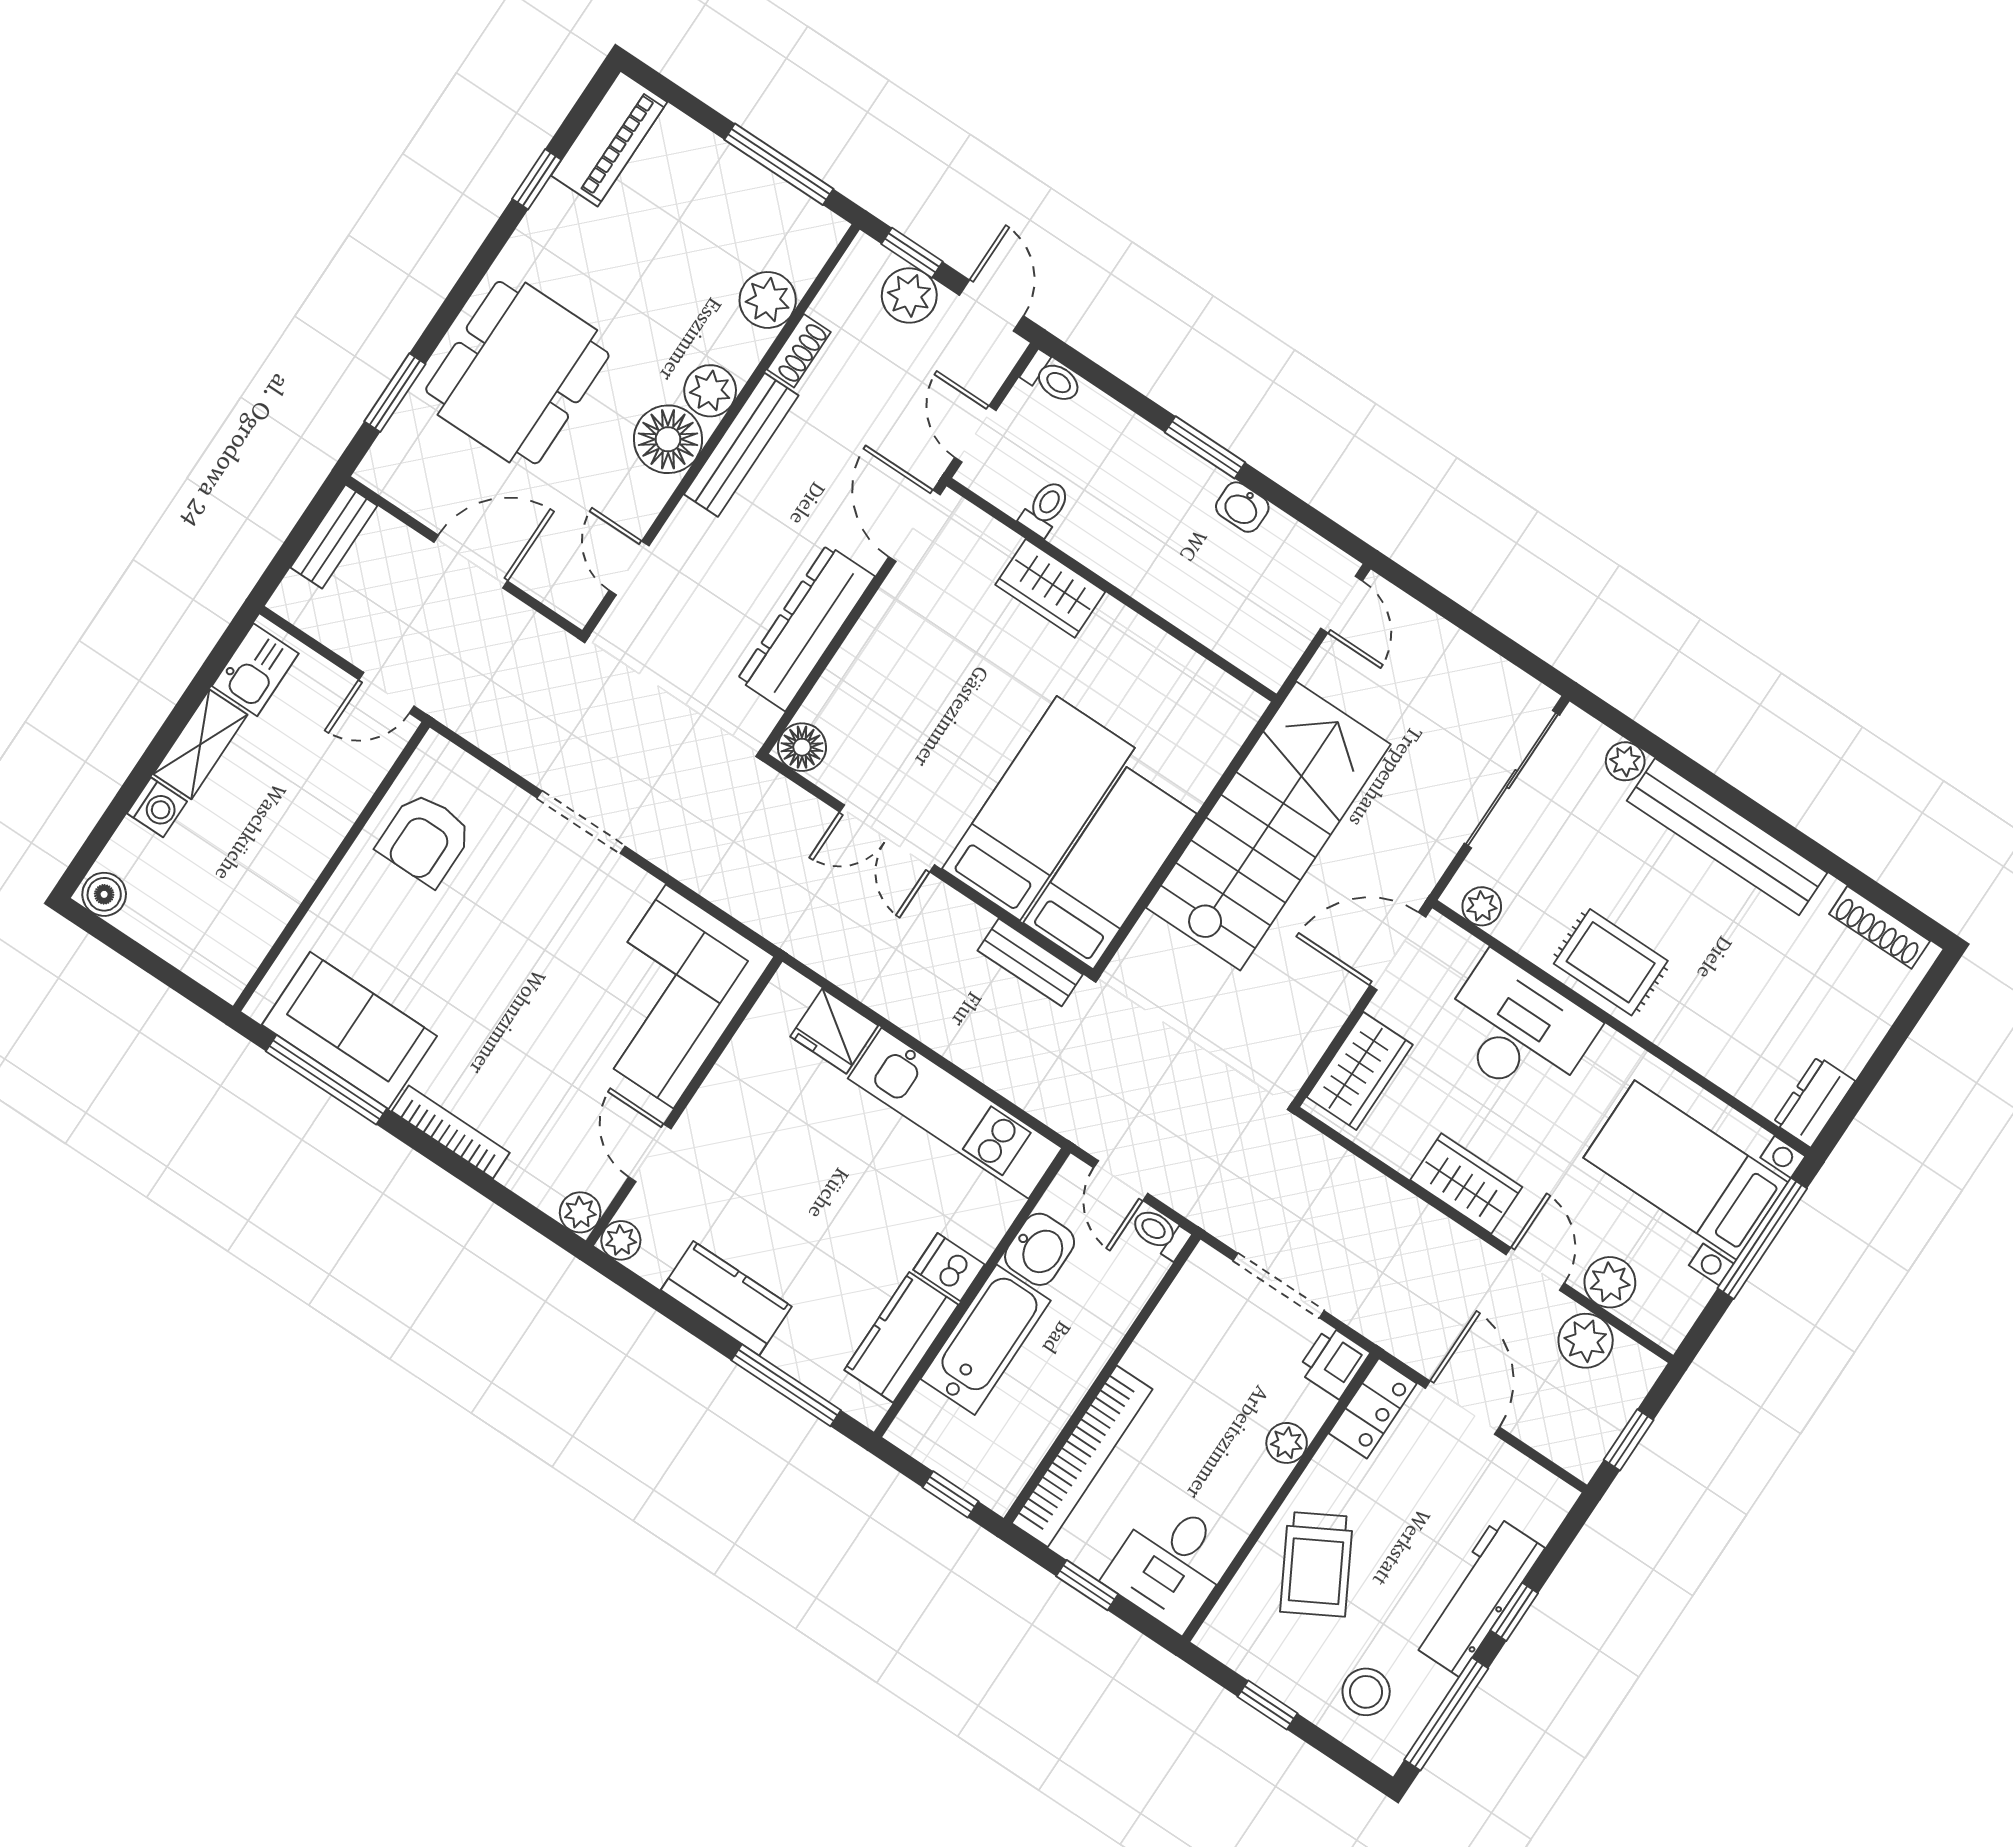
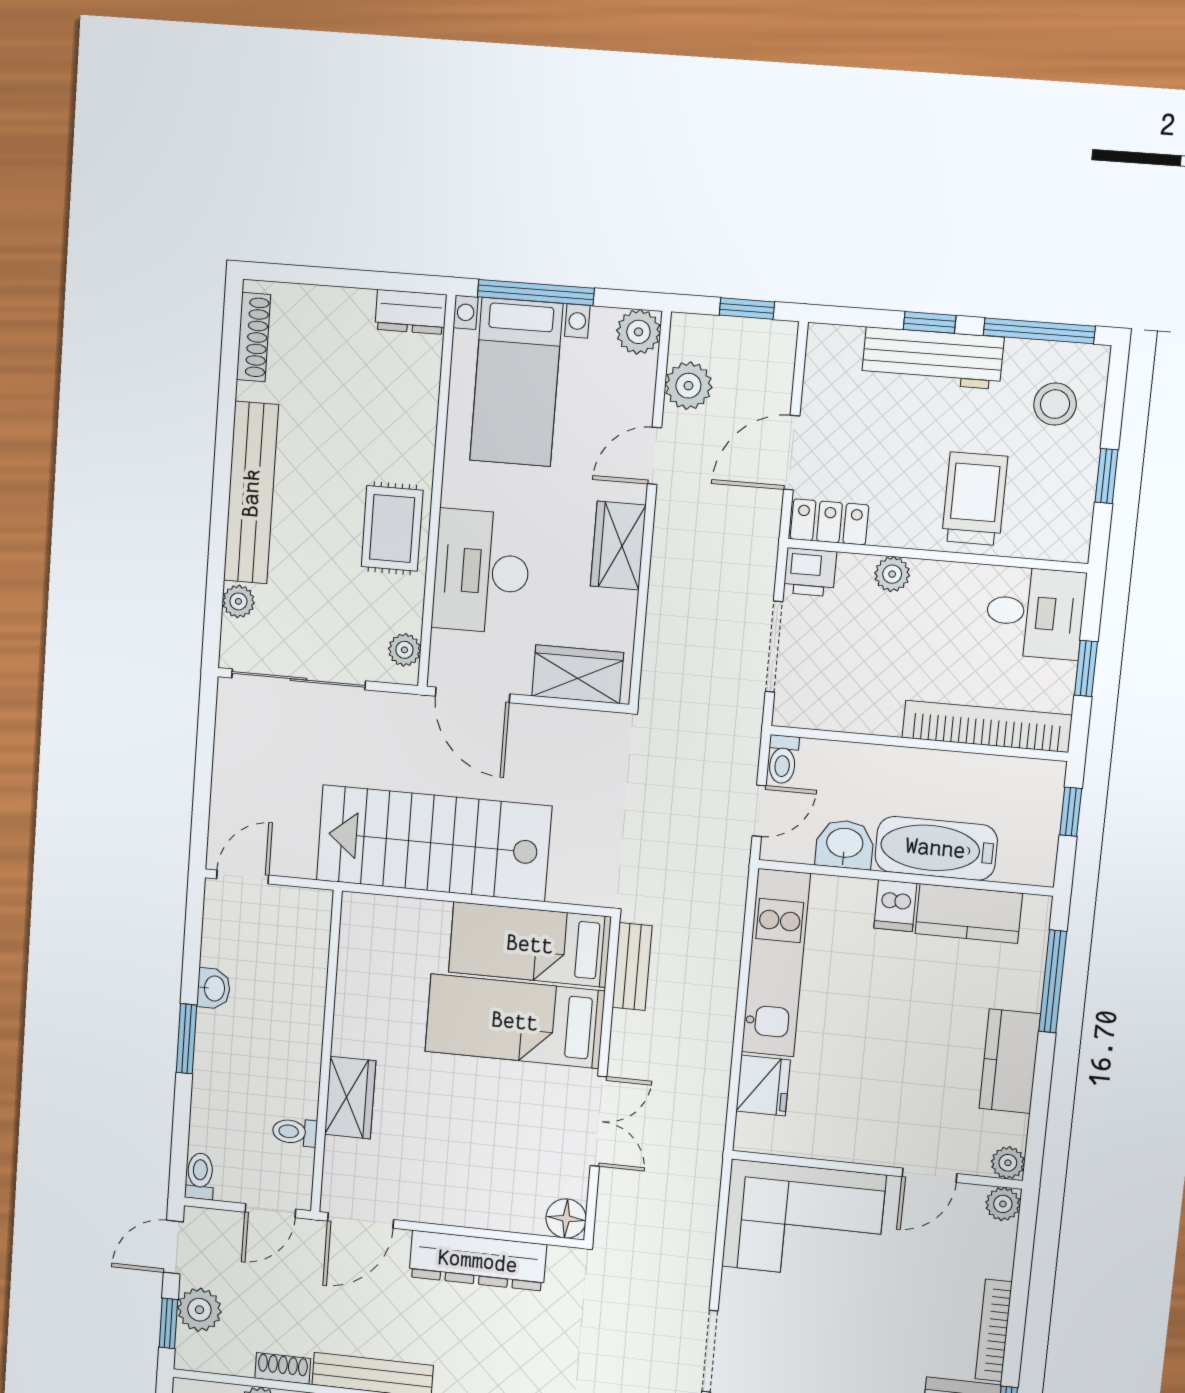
plant: (1610, 1282) -> (638, 332), moved
trolley: (1316, 1564) -> (975, 499), turned -61

